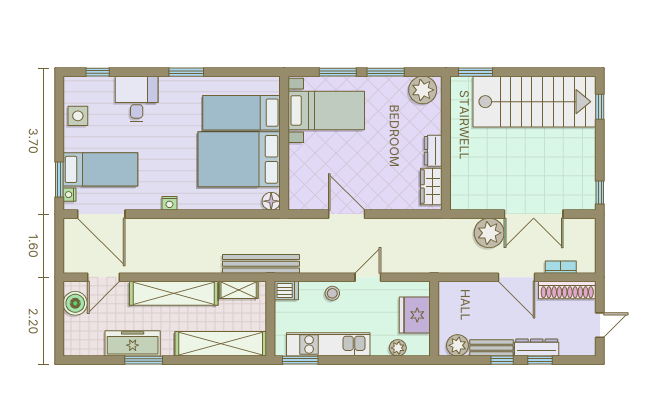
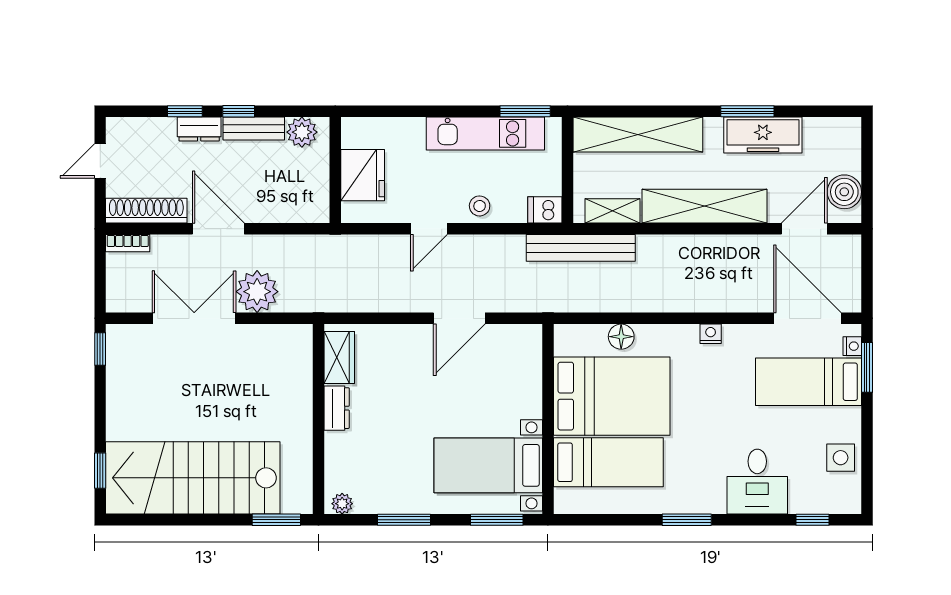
window: (338, 72) -> (497, 520), moved
plant: (423, 90) -> (342, 504), width x0.53, depth x0.53
floor lamp: (271, 201) -> (621, 337), moved
door: (347, 214) -> (459, 318), hinge flipped
bookcase: (561, 267) -> (128, 243), moved
plant: (398, 348) -> (387, 129), removed
dresser: (537, 348) -> (199, 129), width x0.70

